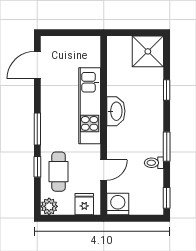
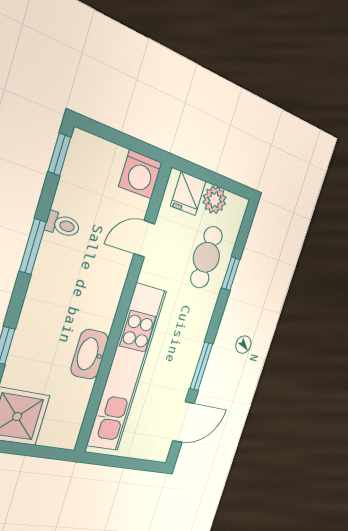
kitchen unit: (90, 106) -> (126, 368), width x1.36
washbasin: (116, 111) -> (90, 354), moved
window: (37, 129) -> (201, 366), moved
plant: (49, 206) -> (215, 200), moved

